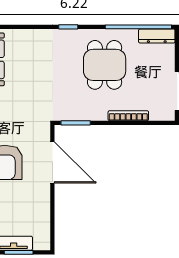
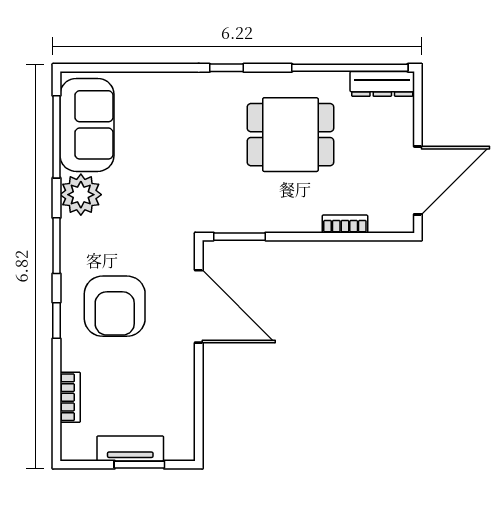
dining table: (105, 65) -> (290, 135), turned 90
bookcase: (128, 116) -> (345, 224), width x0.64

